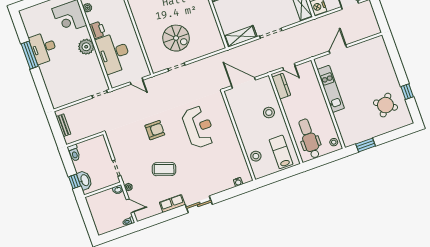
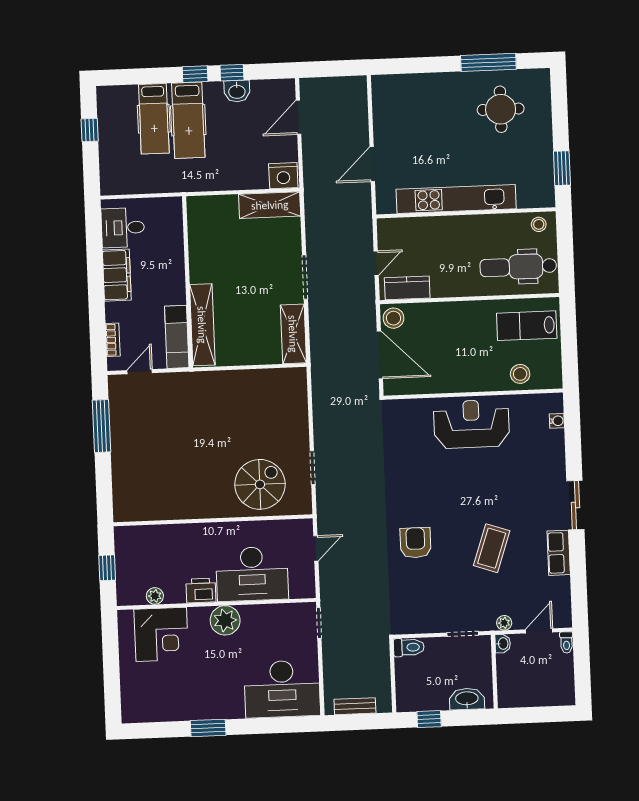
spiral stairs: (176, 38) -> (260, 484), moved
desk: (44, 48) -> (282, 689), moved, width x1.36, depth x1.30
door: (338, 49) -> (372, 164), hinge flipped
window: (30, 55) -> (208, 728), width x0.69
door: (244, 83) -> (380, 355), swing flipped
kitchen unit: (331, 89) -> (456, 199), width x1.36
window: (407, 92) -> (488, 62), width x2.17
round table: (385, 105) -> (501, 109), turned -34
stool: (269, 113) -> (393, 318), moved
reception desk: (199, 127) -> (471, 424), moved
toilet: (74, 153) -> (409, 647), moved
window: (75, 181) -> (429, 719), moved

